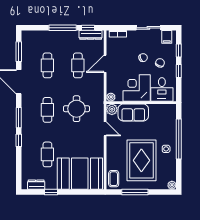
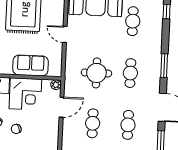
door: (105, 64) -> (62, 107), moved
plant: (112, 109) -> (55, 70), removed
door: (105, 129) -> (65, 34), moved
window: (19, 140) -> (167, 11), moved

